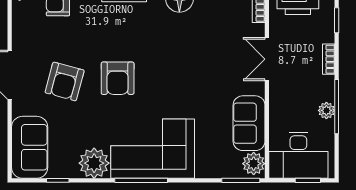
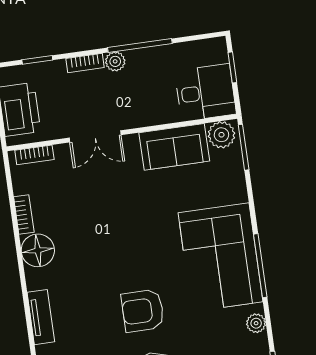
armchair: (118, 78) -> (143, 311), turned 180
plant: (326, 110) -> (115, 61), moved
desk: (298, 155) -> (205, 92), width x0.73
plant: (94, 163) -> (256, 323), width x0.53, depth x0.53

